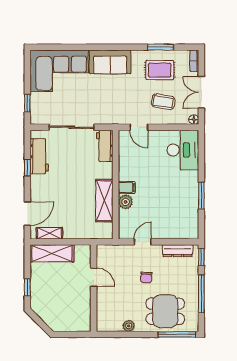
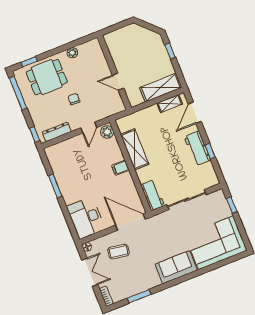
rug: (160, 70) -> (132, 277), removed
door: (139, 127) -> (130, 222), width x1.88
workbench: (39, 156) -> (197, 148), moved
plant: (126, 202) -> (107, 132), moved
window: (201, 294) -> (18, 93), moved
window: (177, 334) -> (29, 62), width x0.46

